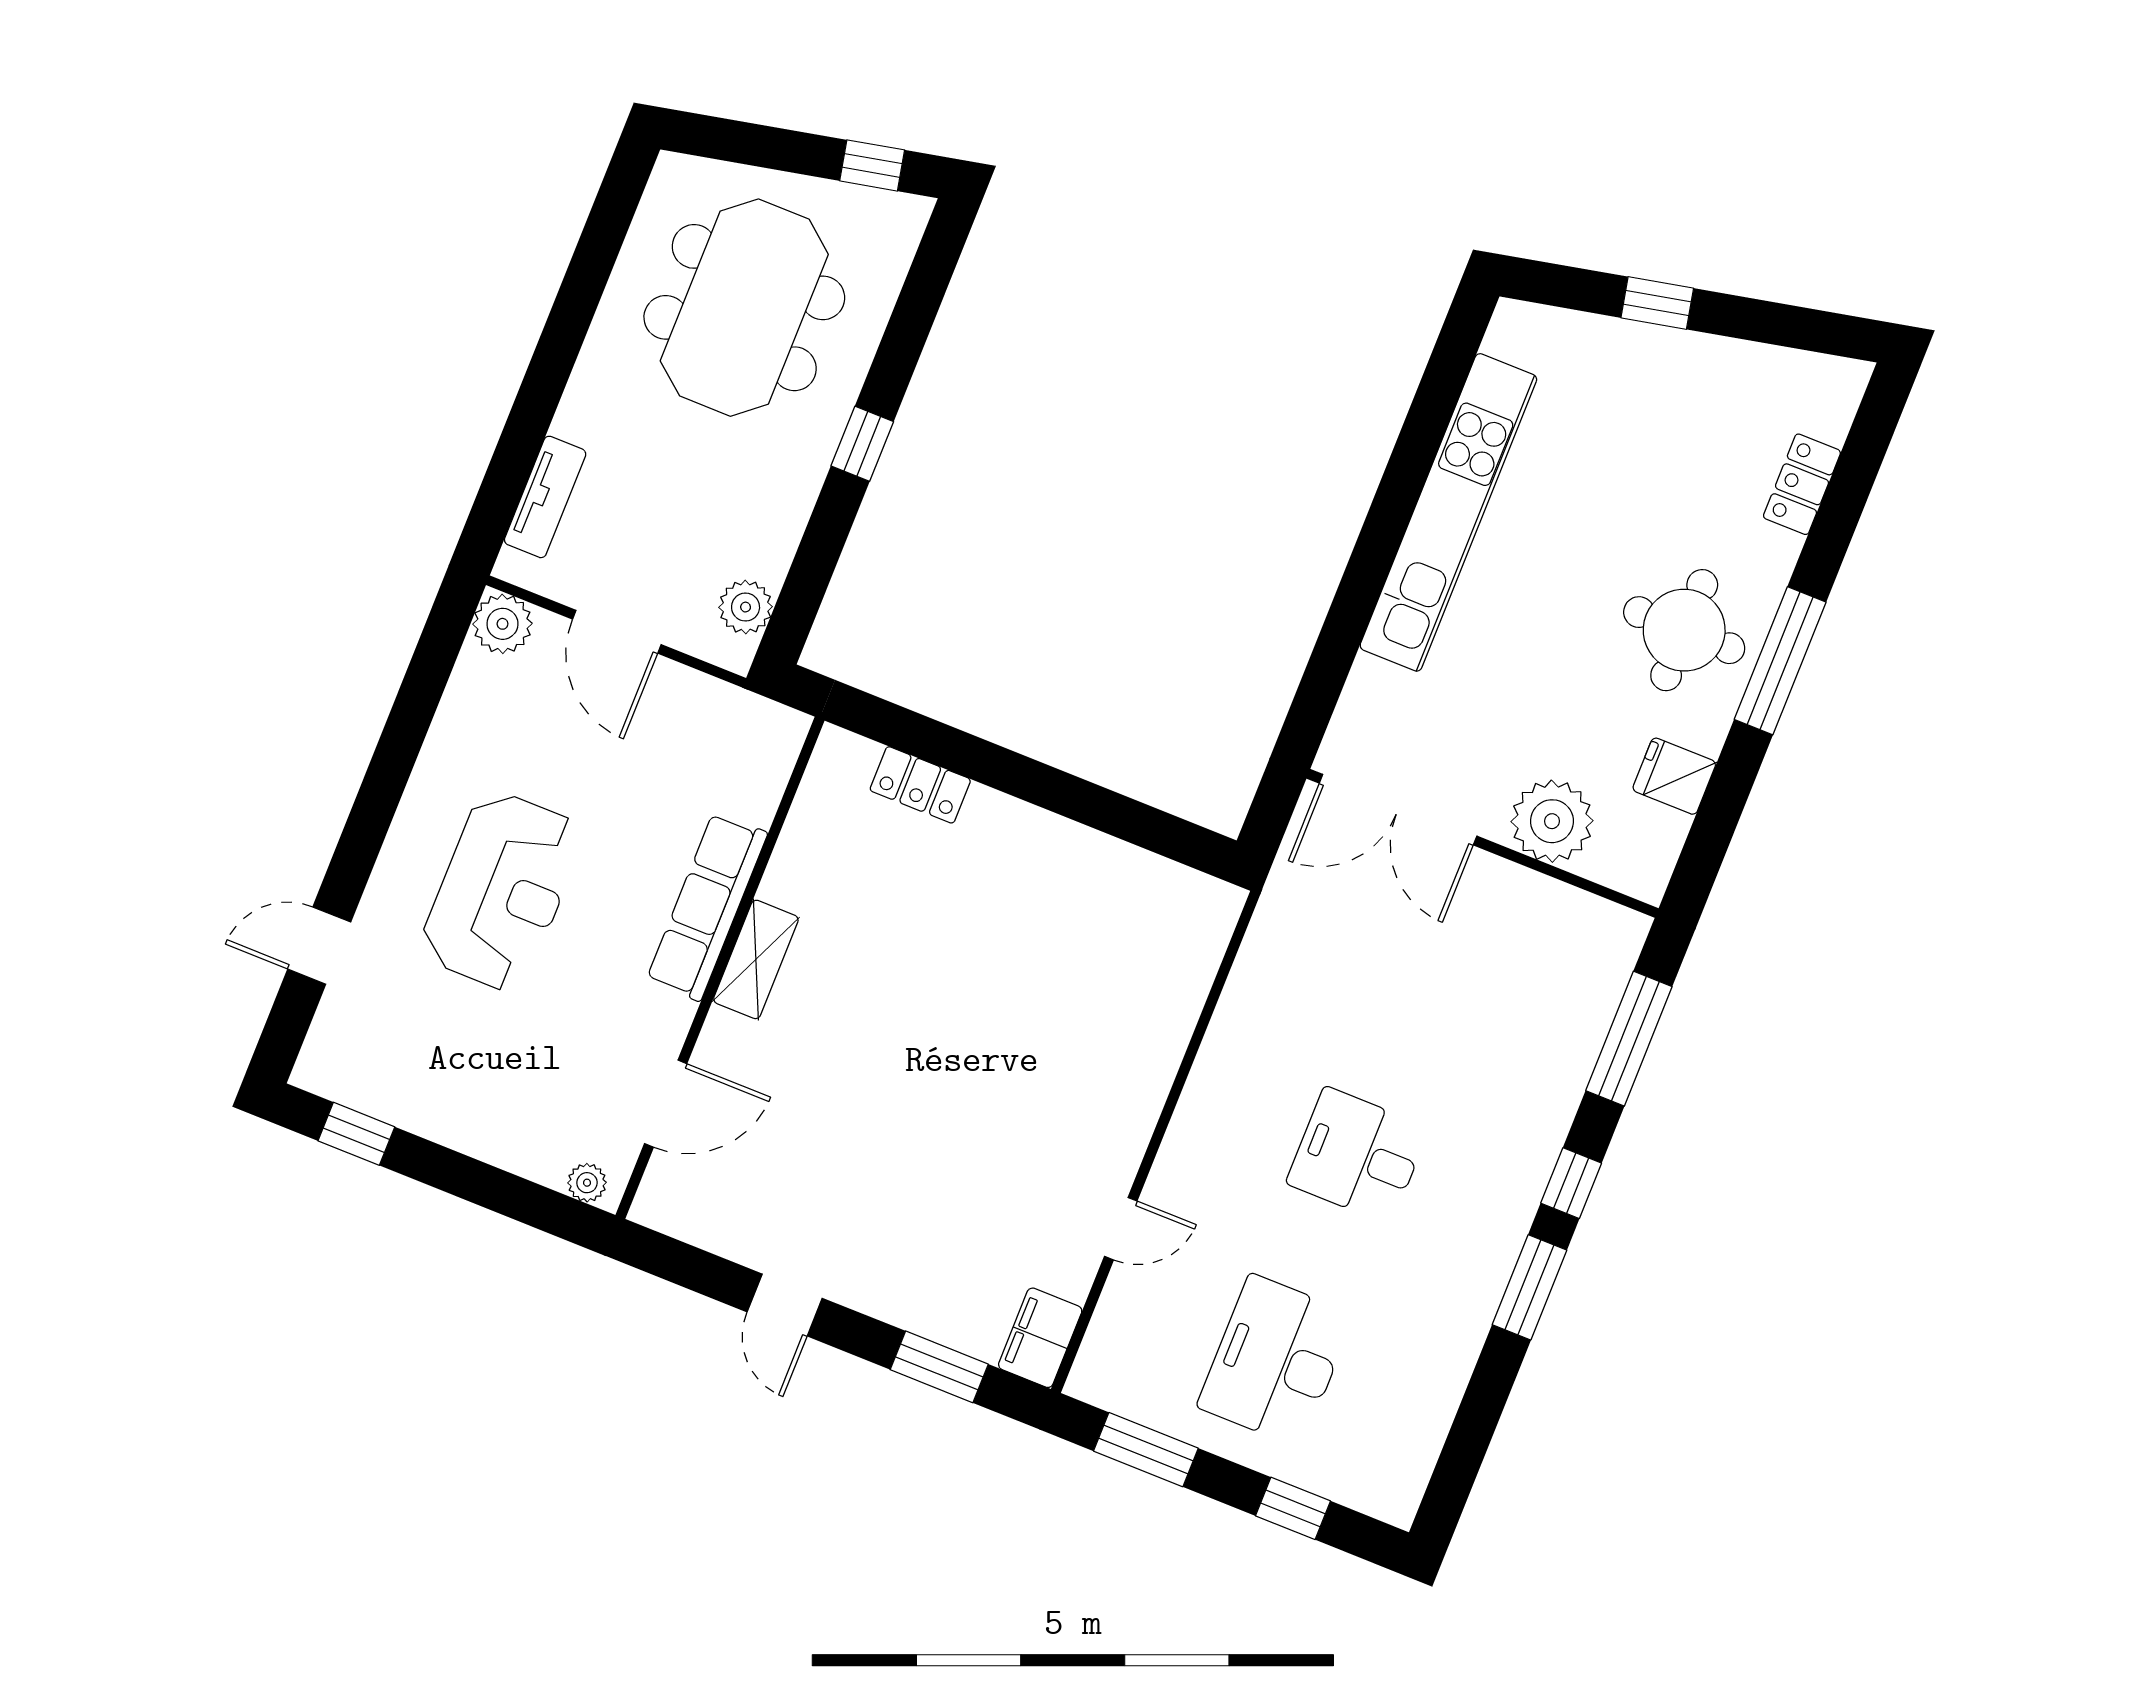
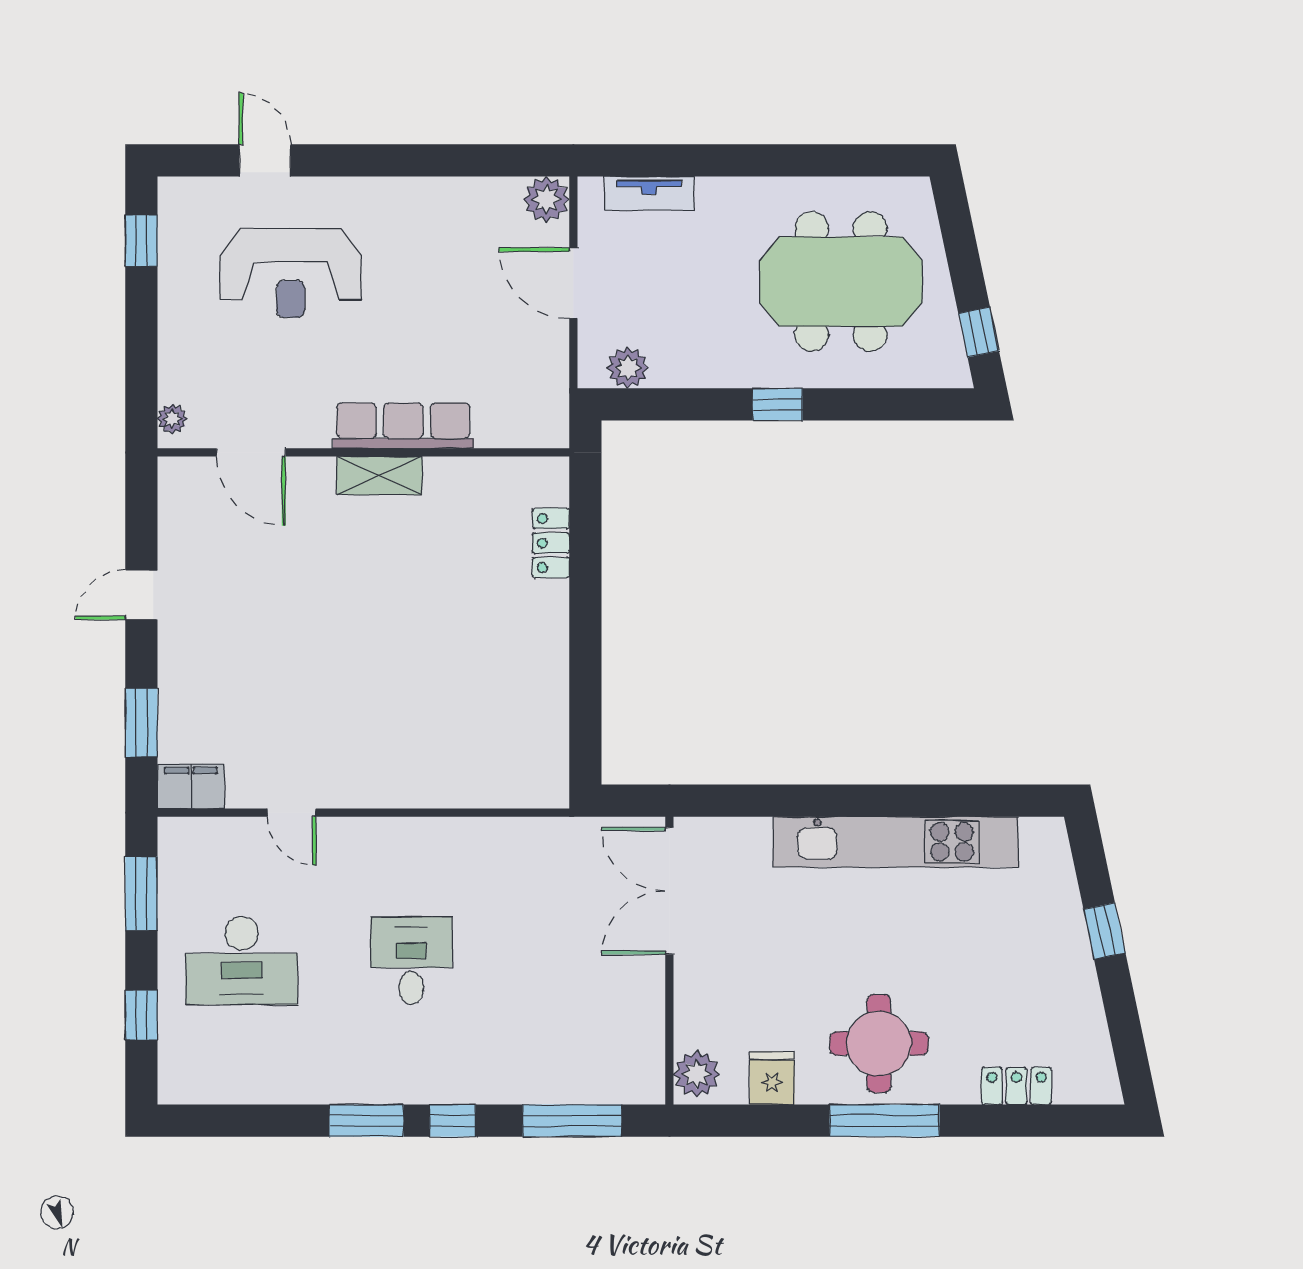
door: (617, 632) -> (573, 283), hinge flipped
plant: (1552, 821) -> (697, 1074), moved, width x0.73, depth x0.73
reception desk: (502, 891) -> (291, 273), moved
desk: (1276, 1361) -> (242, 961), turned 180

